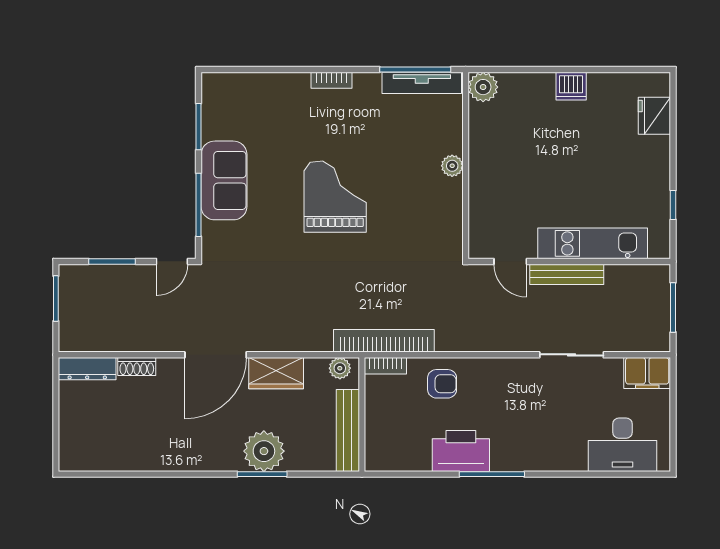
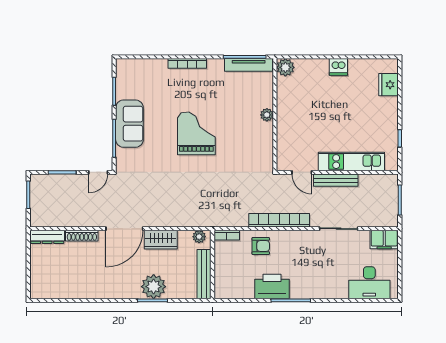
bookcase: (332, 80) -> (187, 63), width x1.56
bookcase: (384, 341) -> (279, 220), moved
shoe rack: (137, 367) -> (82, 236), width x1.43

